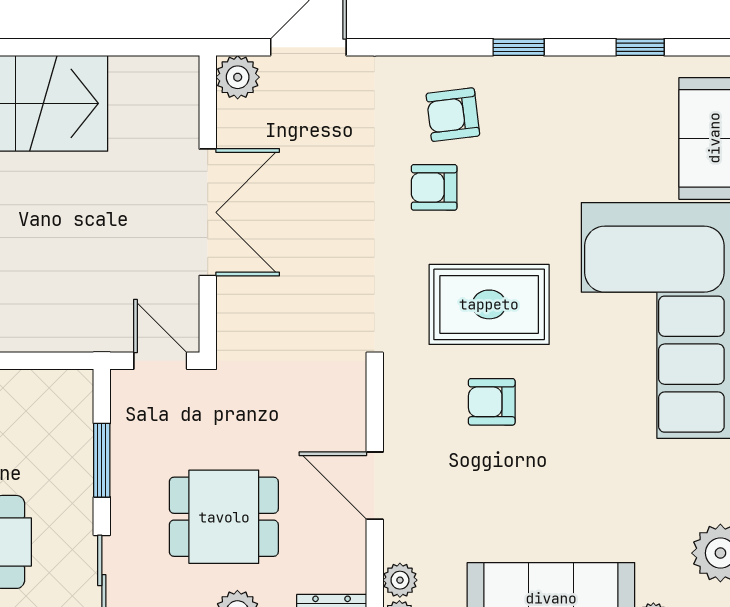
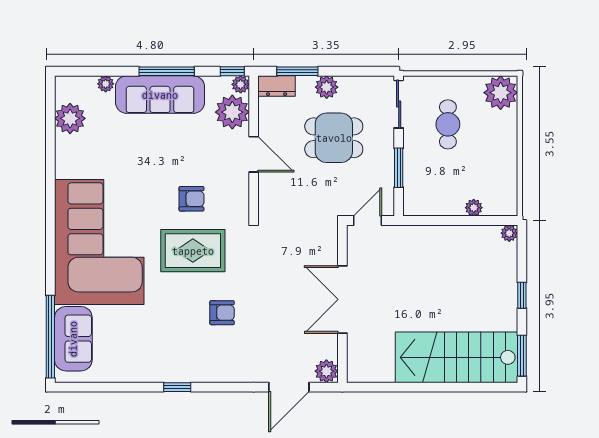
window: (640, 47) -> (113, 387), removed
armchair: (453, 115) -> (212, 351), removed
door: (160, 361) -> (368, 221), swing flipped
plant: (400, 580) -> (232, 112), width x1.88, depth x1.88

